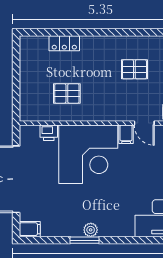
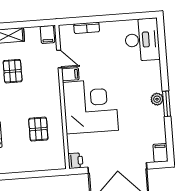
door: (144, 123) -> (59, 59), hinge flipped
printer: (49, 133) -> (75, 161), moved

